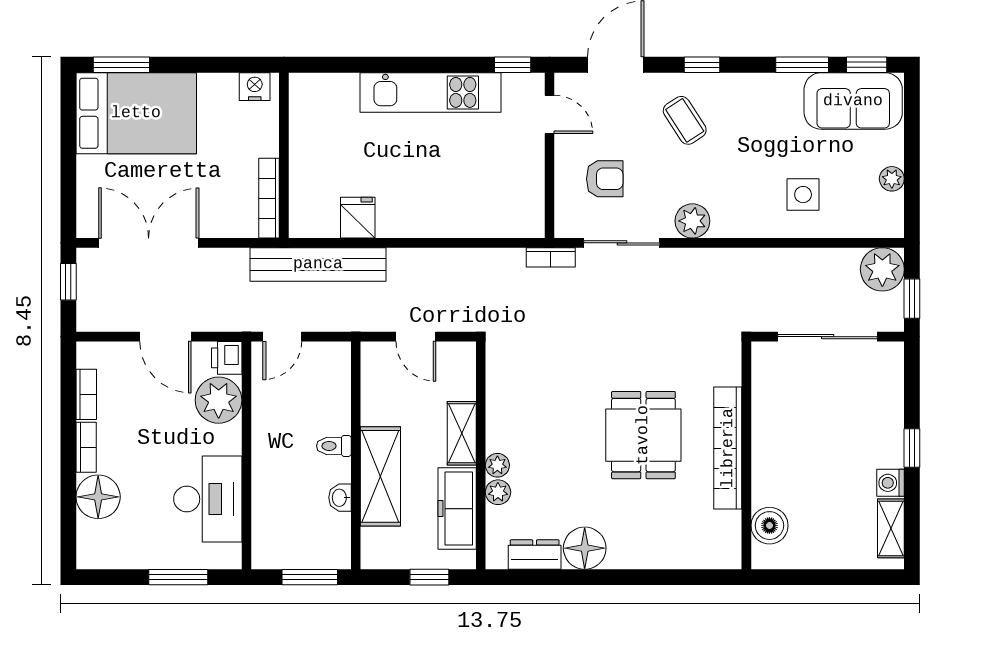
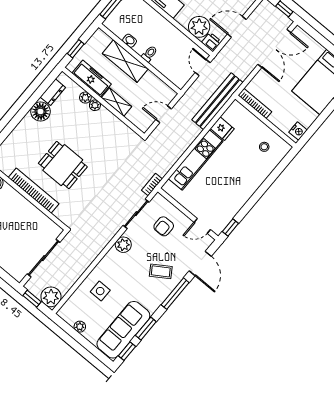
window: (702, 65) -> (175, 294), width x2.17
kitchen unit: (430, 92) -> (196, 160), moved, turned 180
sofa: (853, 101) -> (123, 330), width x1.36
stool: (329, 121) -> (264, 147), added

